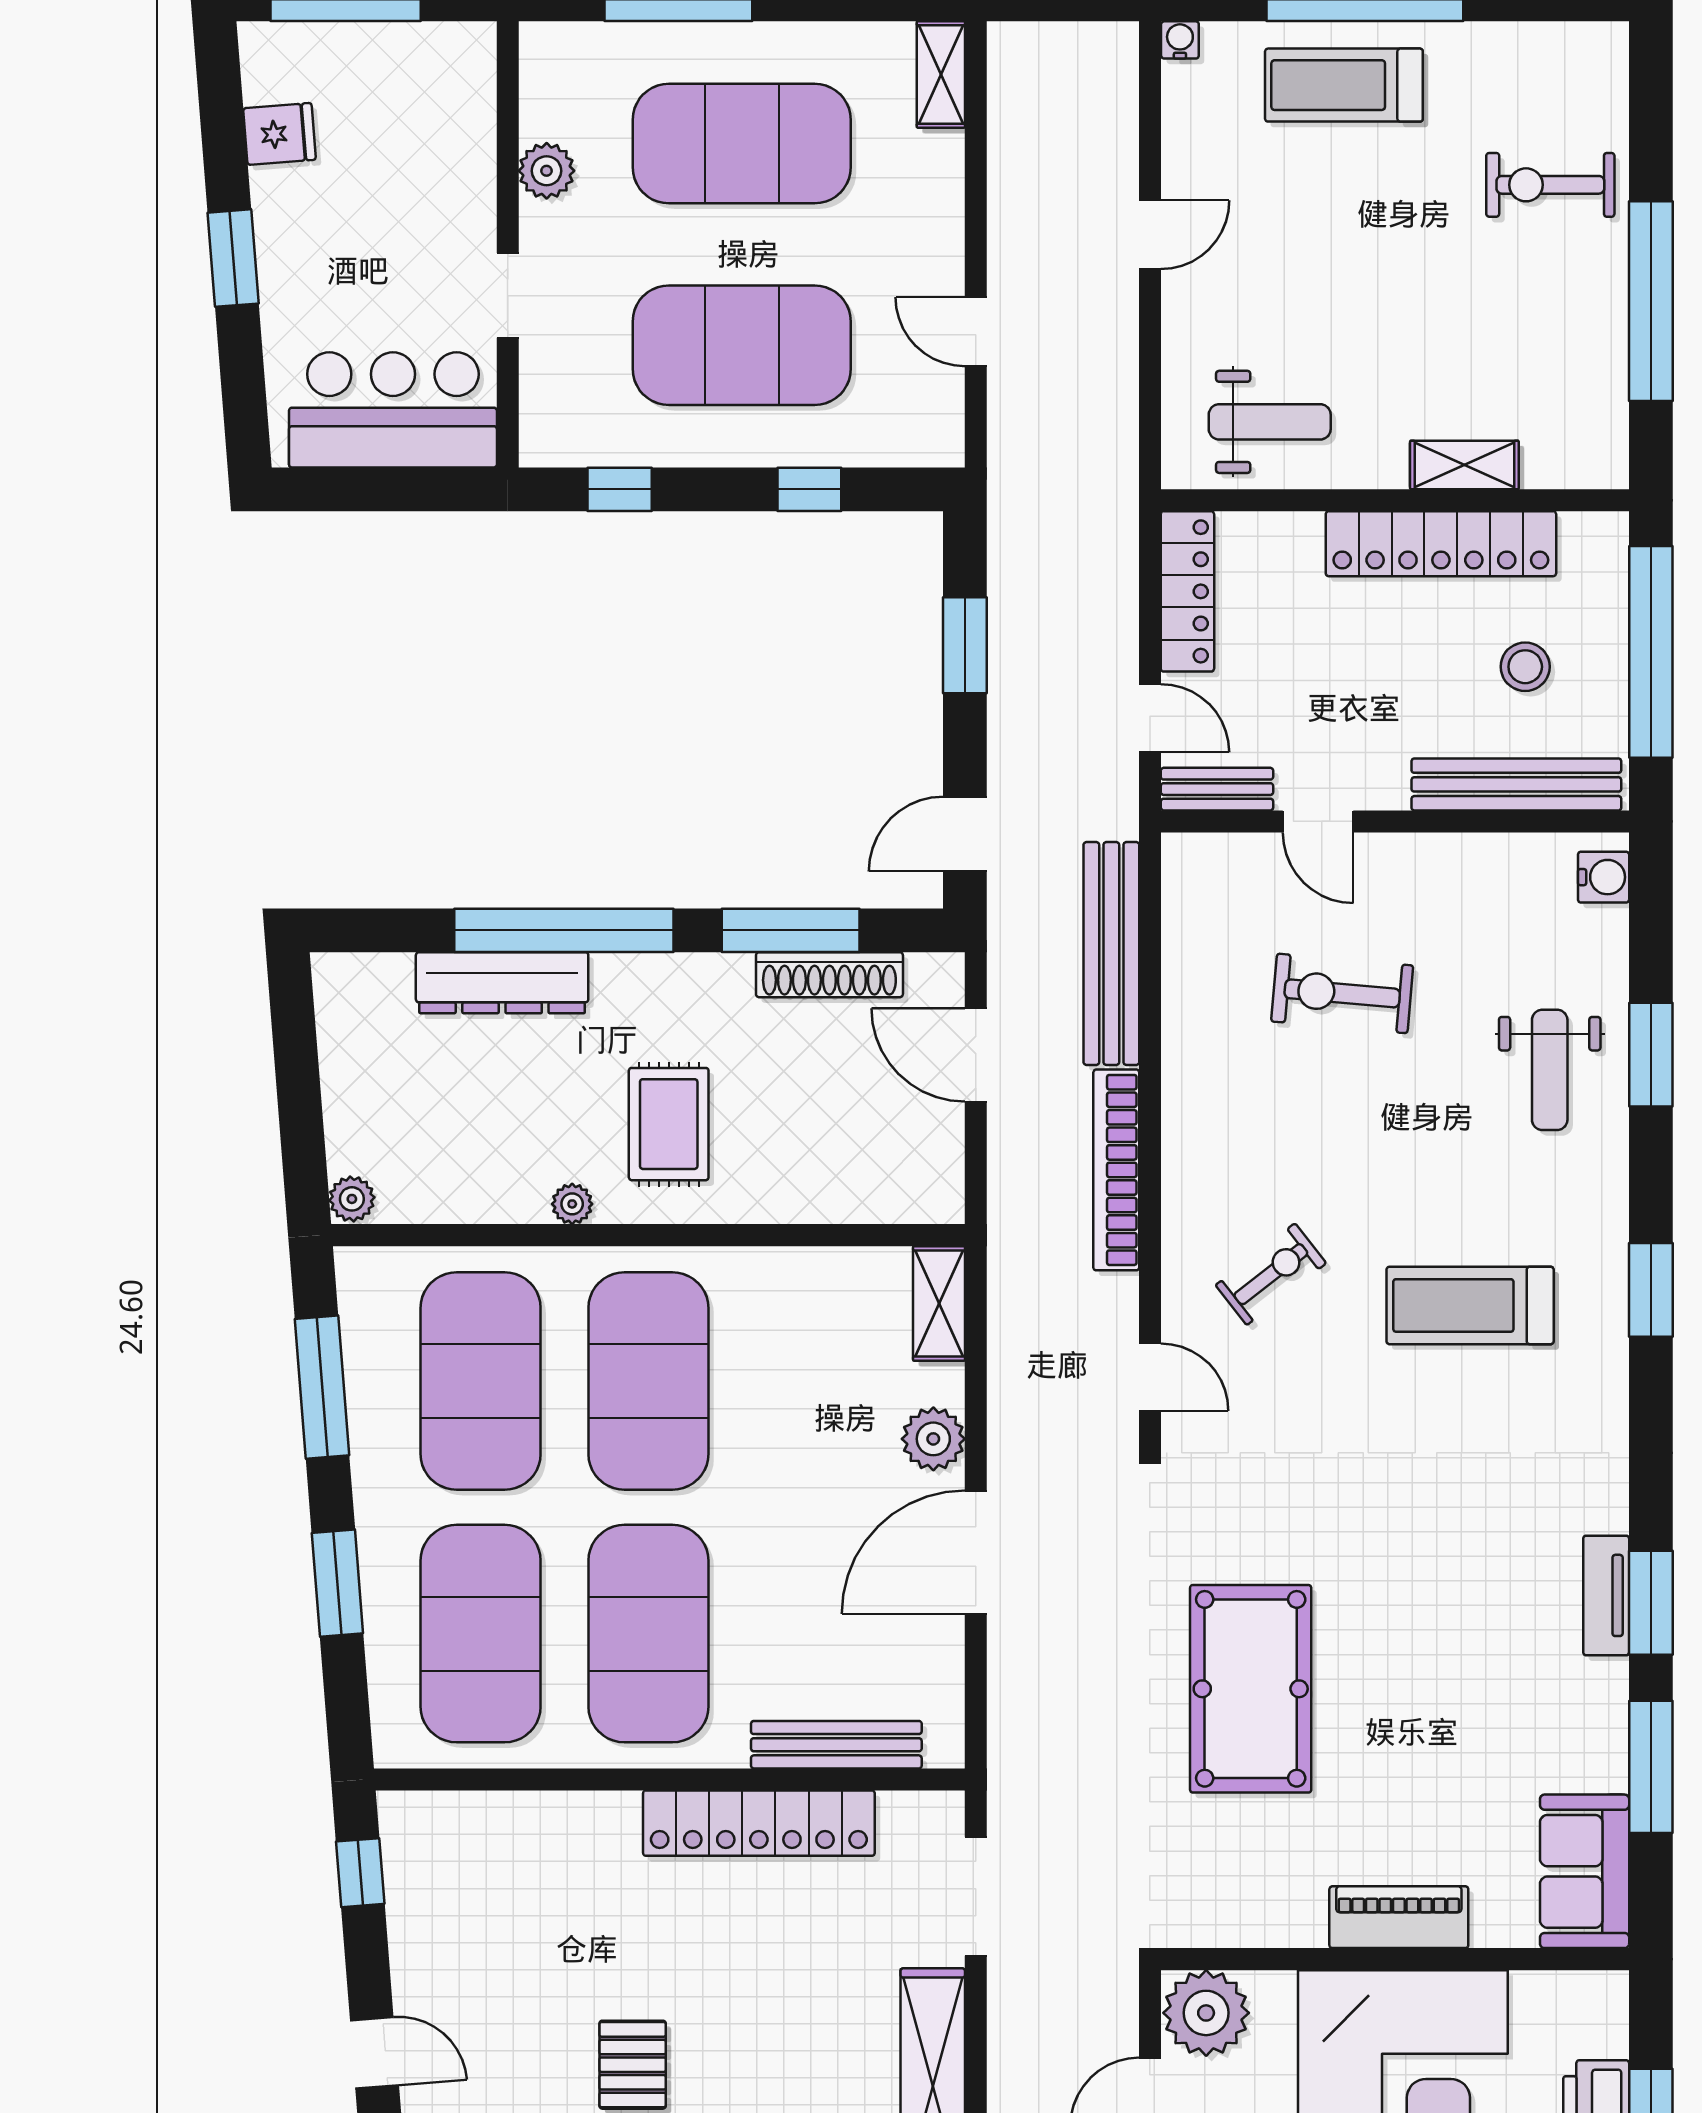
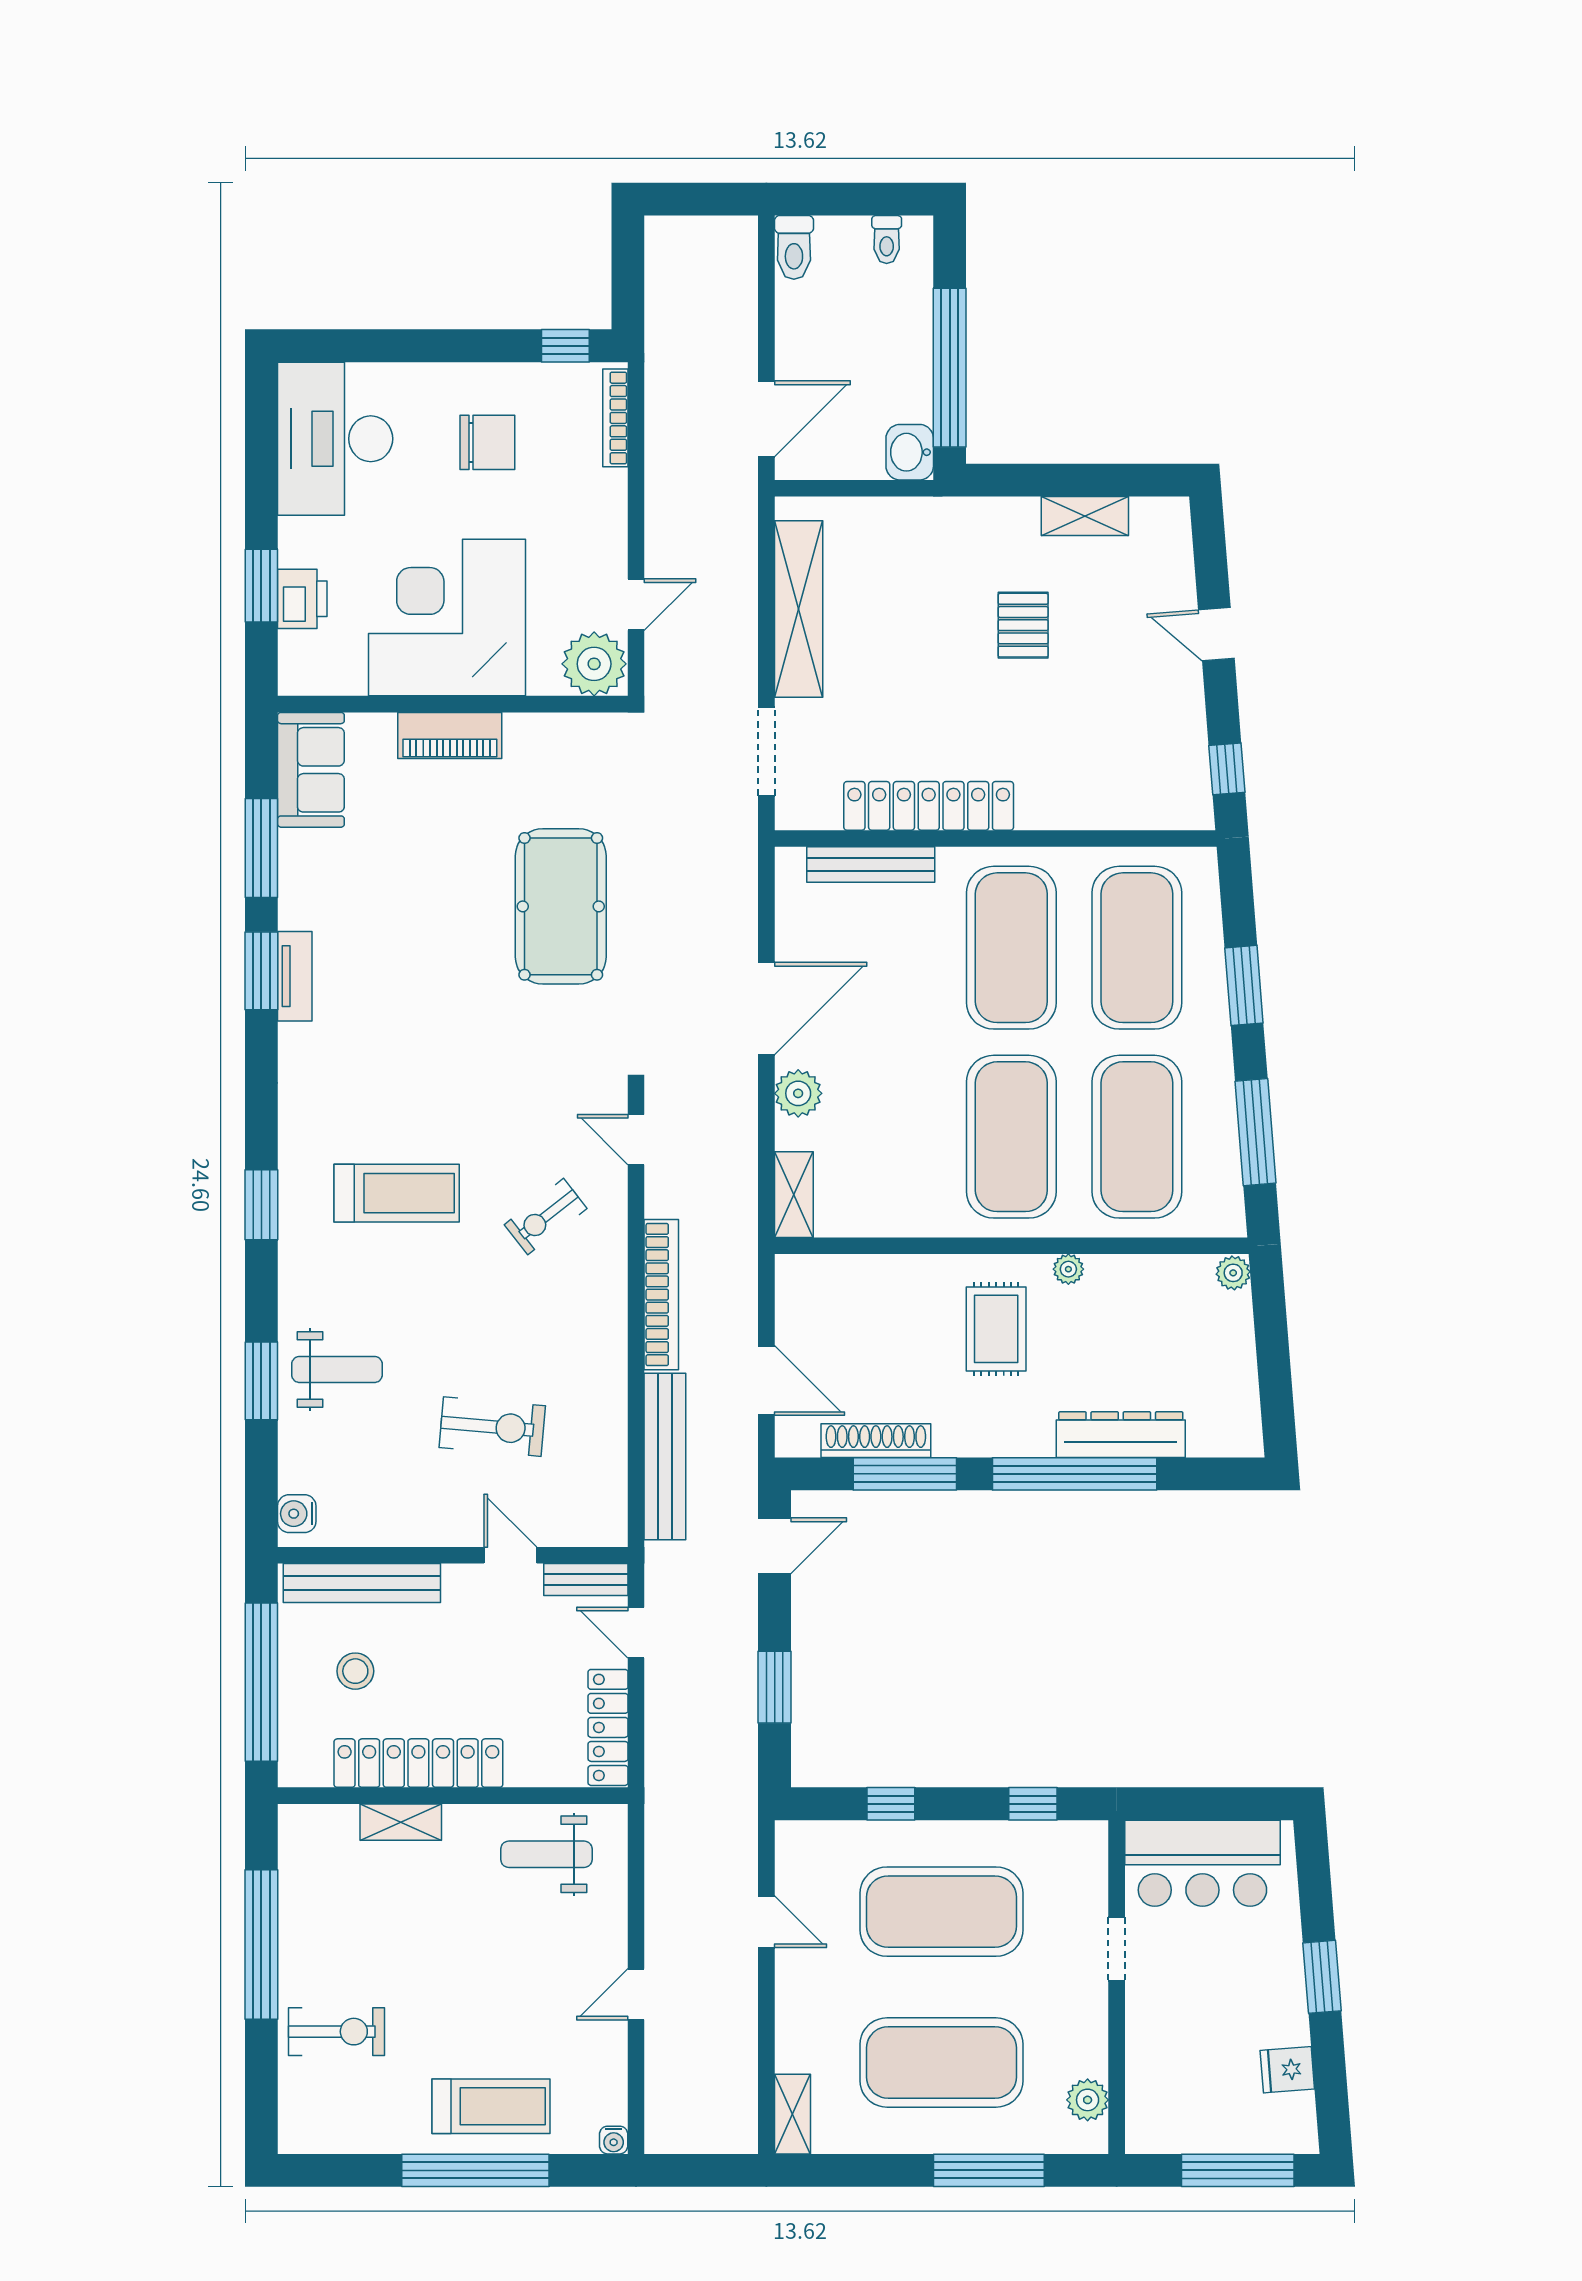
plant: (547, 171) -> (1088, 2100), moved
weight bench: (1550, 1070) -> (337, 1369), turned 90

